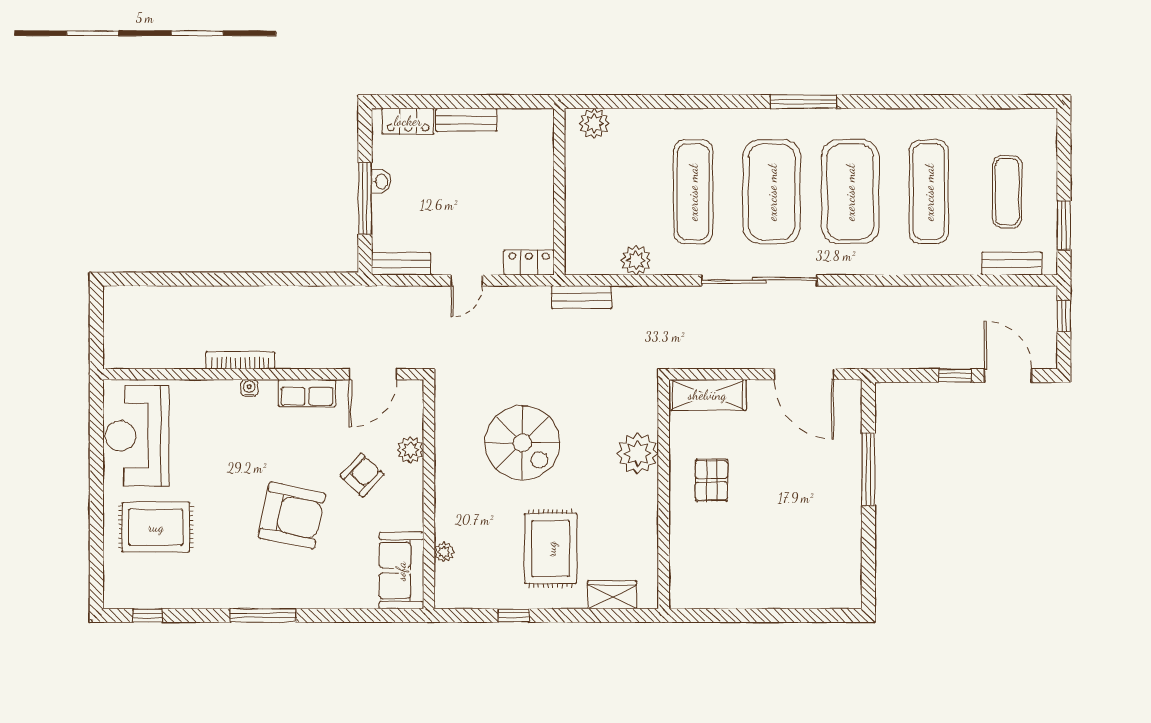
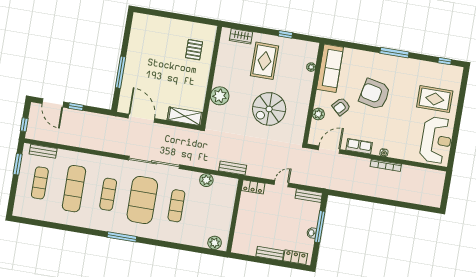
exercise mat: (693, 192) -> (176, 206), width x0.73, depth x0.69
exercise mat: (850, 192) -> (108, 194), width x0.50, depth x0.69
spiral stairs: (522, 443) -> (269, 109), turned -90
pallet: (712, 480) -> (194, 50), moved
sofa: (401, 571) -> (330, 68), width x1.36

